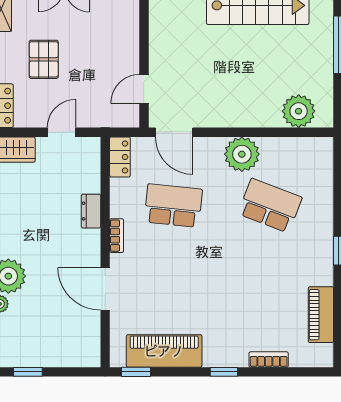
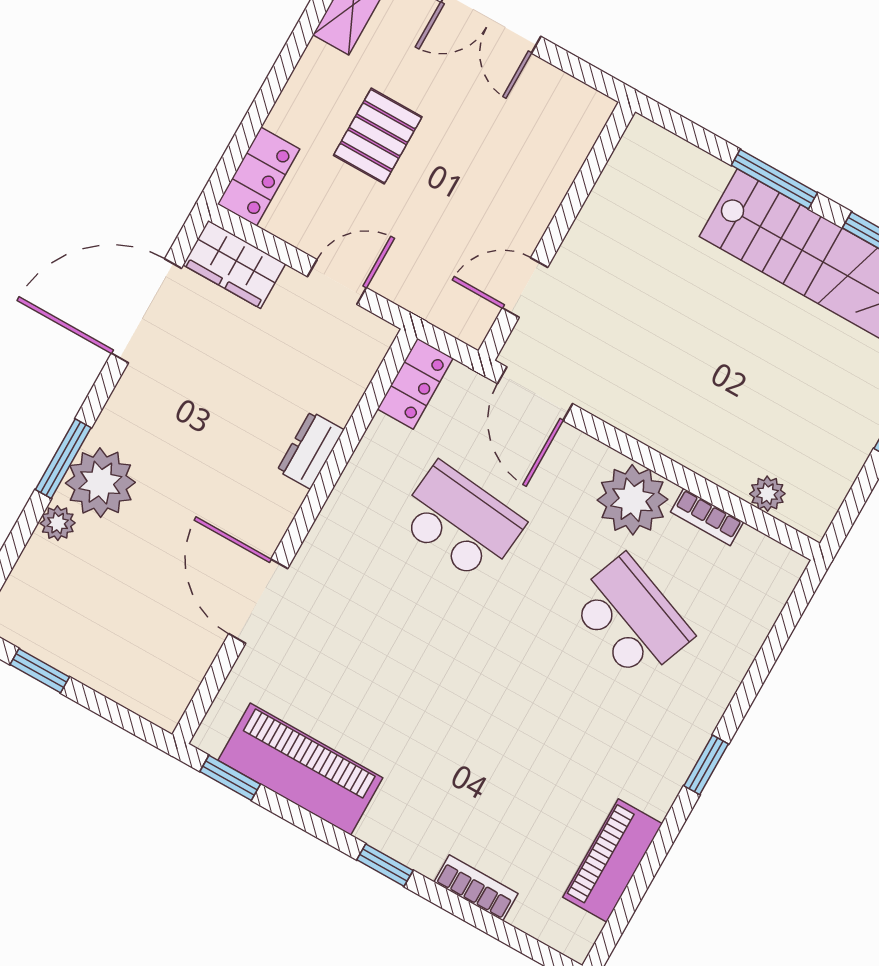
plant: (299, 111) -> (767, 494), width x0.53, depth x0.53
bookcase: (117, 236) -> (707, 517), moved, turned 90

